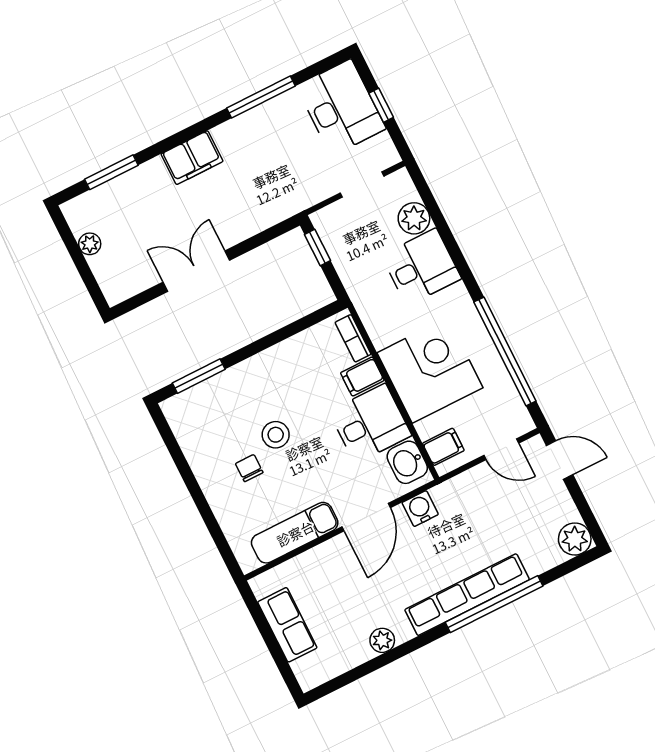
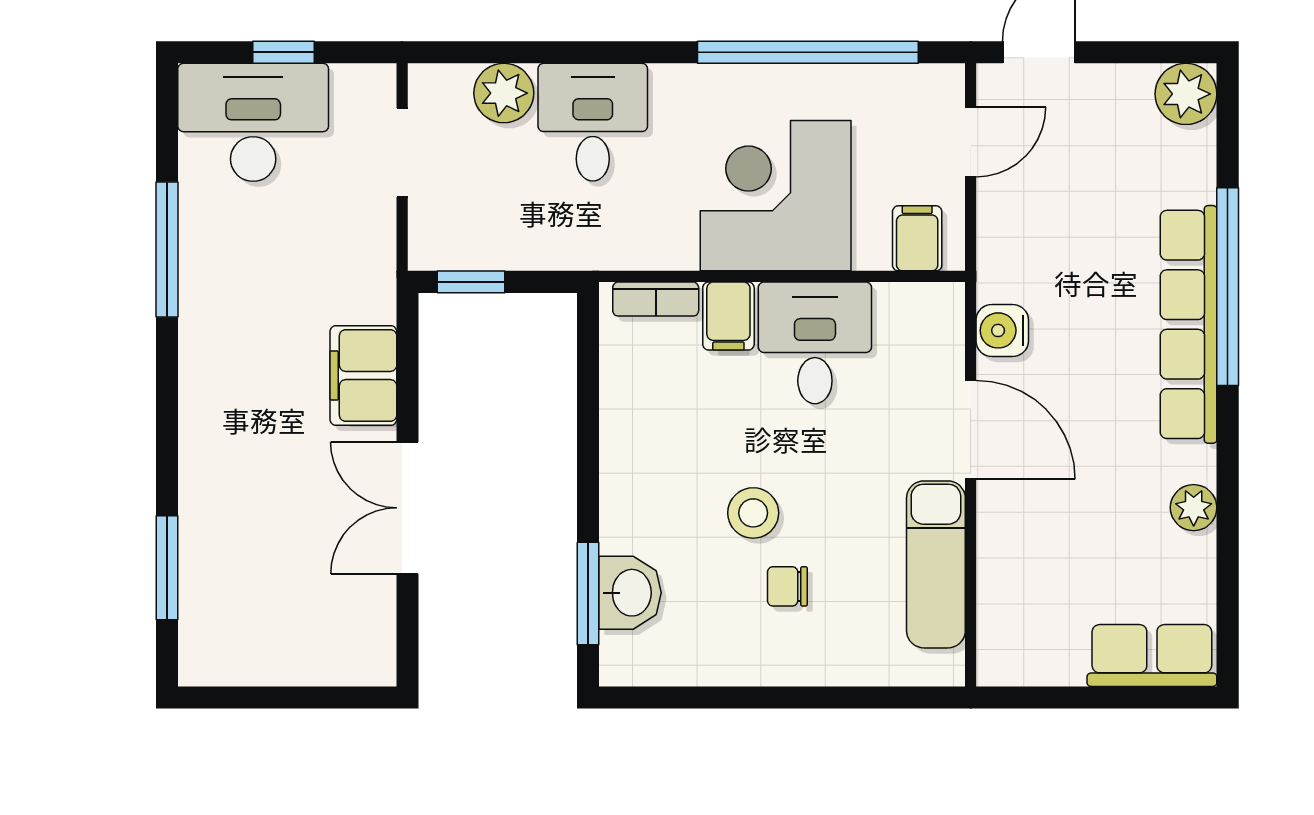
filing cabinet: (192, 158) -> (363, 376), moved, turned 180
plant: (90, 244) -> (270, 666), removed
washbasin: (407, 462) -> (630, 593), moved, turned -90
row of seats: (287, 625) -> (1152, 655), moved

